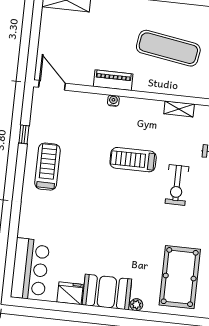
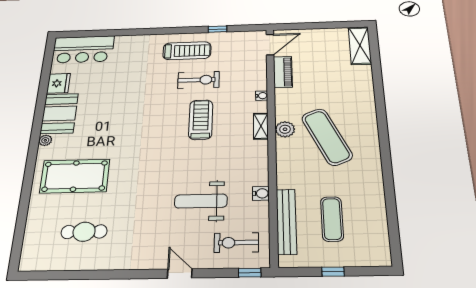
exercise mat: (168, 48) -> (327, 137), turned -33
piano: (113, 80) -> (283, 72), moved
plant: (155, 84) -> (285, 129), added
shelving: (179, 109) -> (261, 126), moved
exercise bike: (177, 185) -> (199, 80), moved, turned 180

